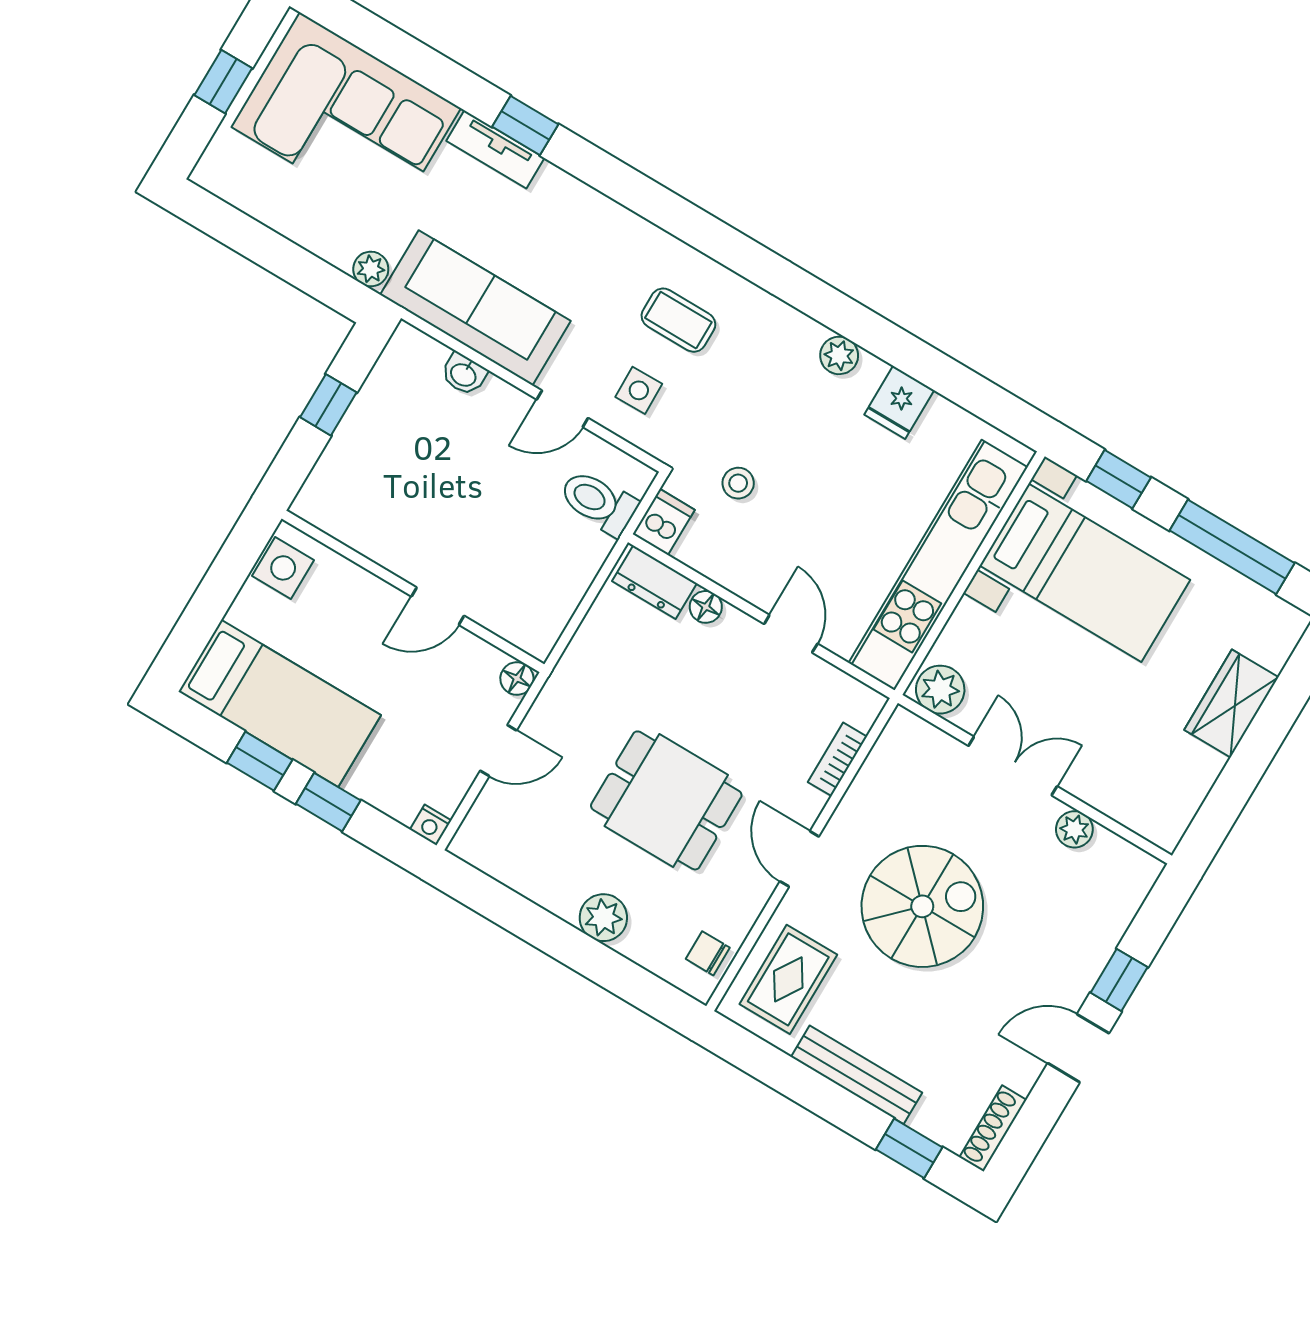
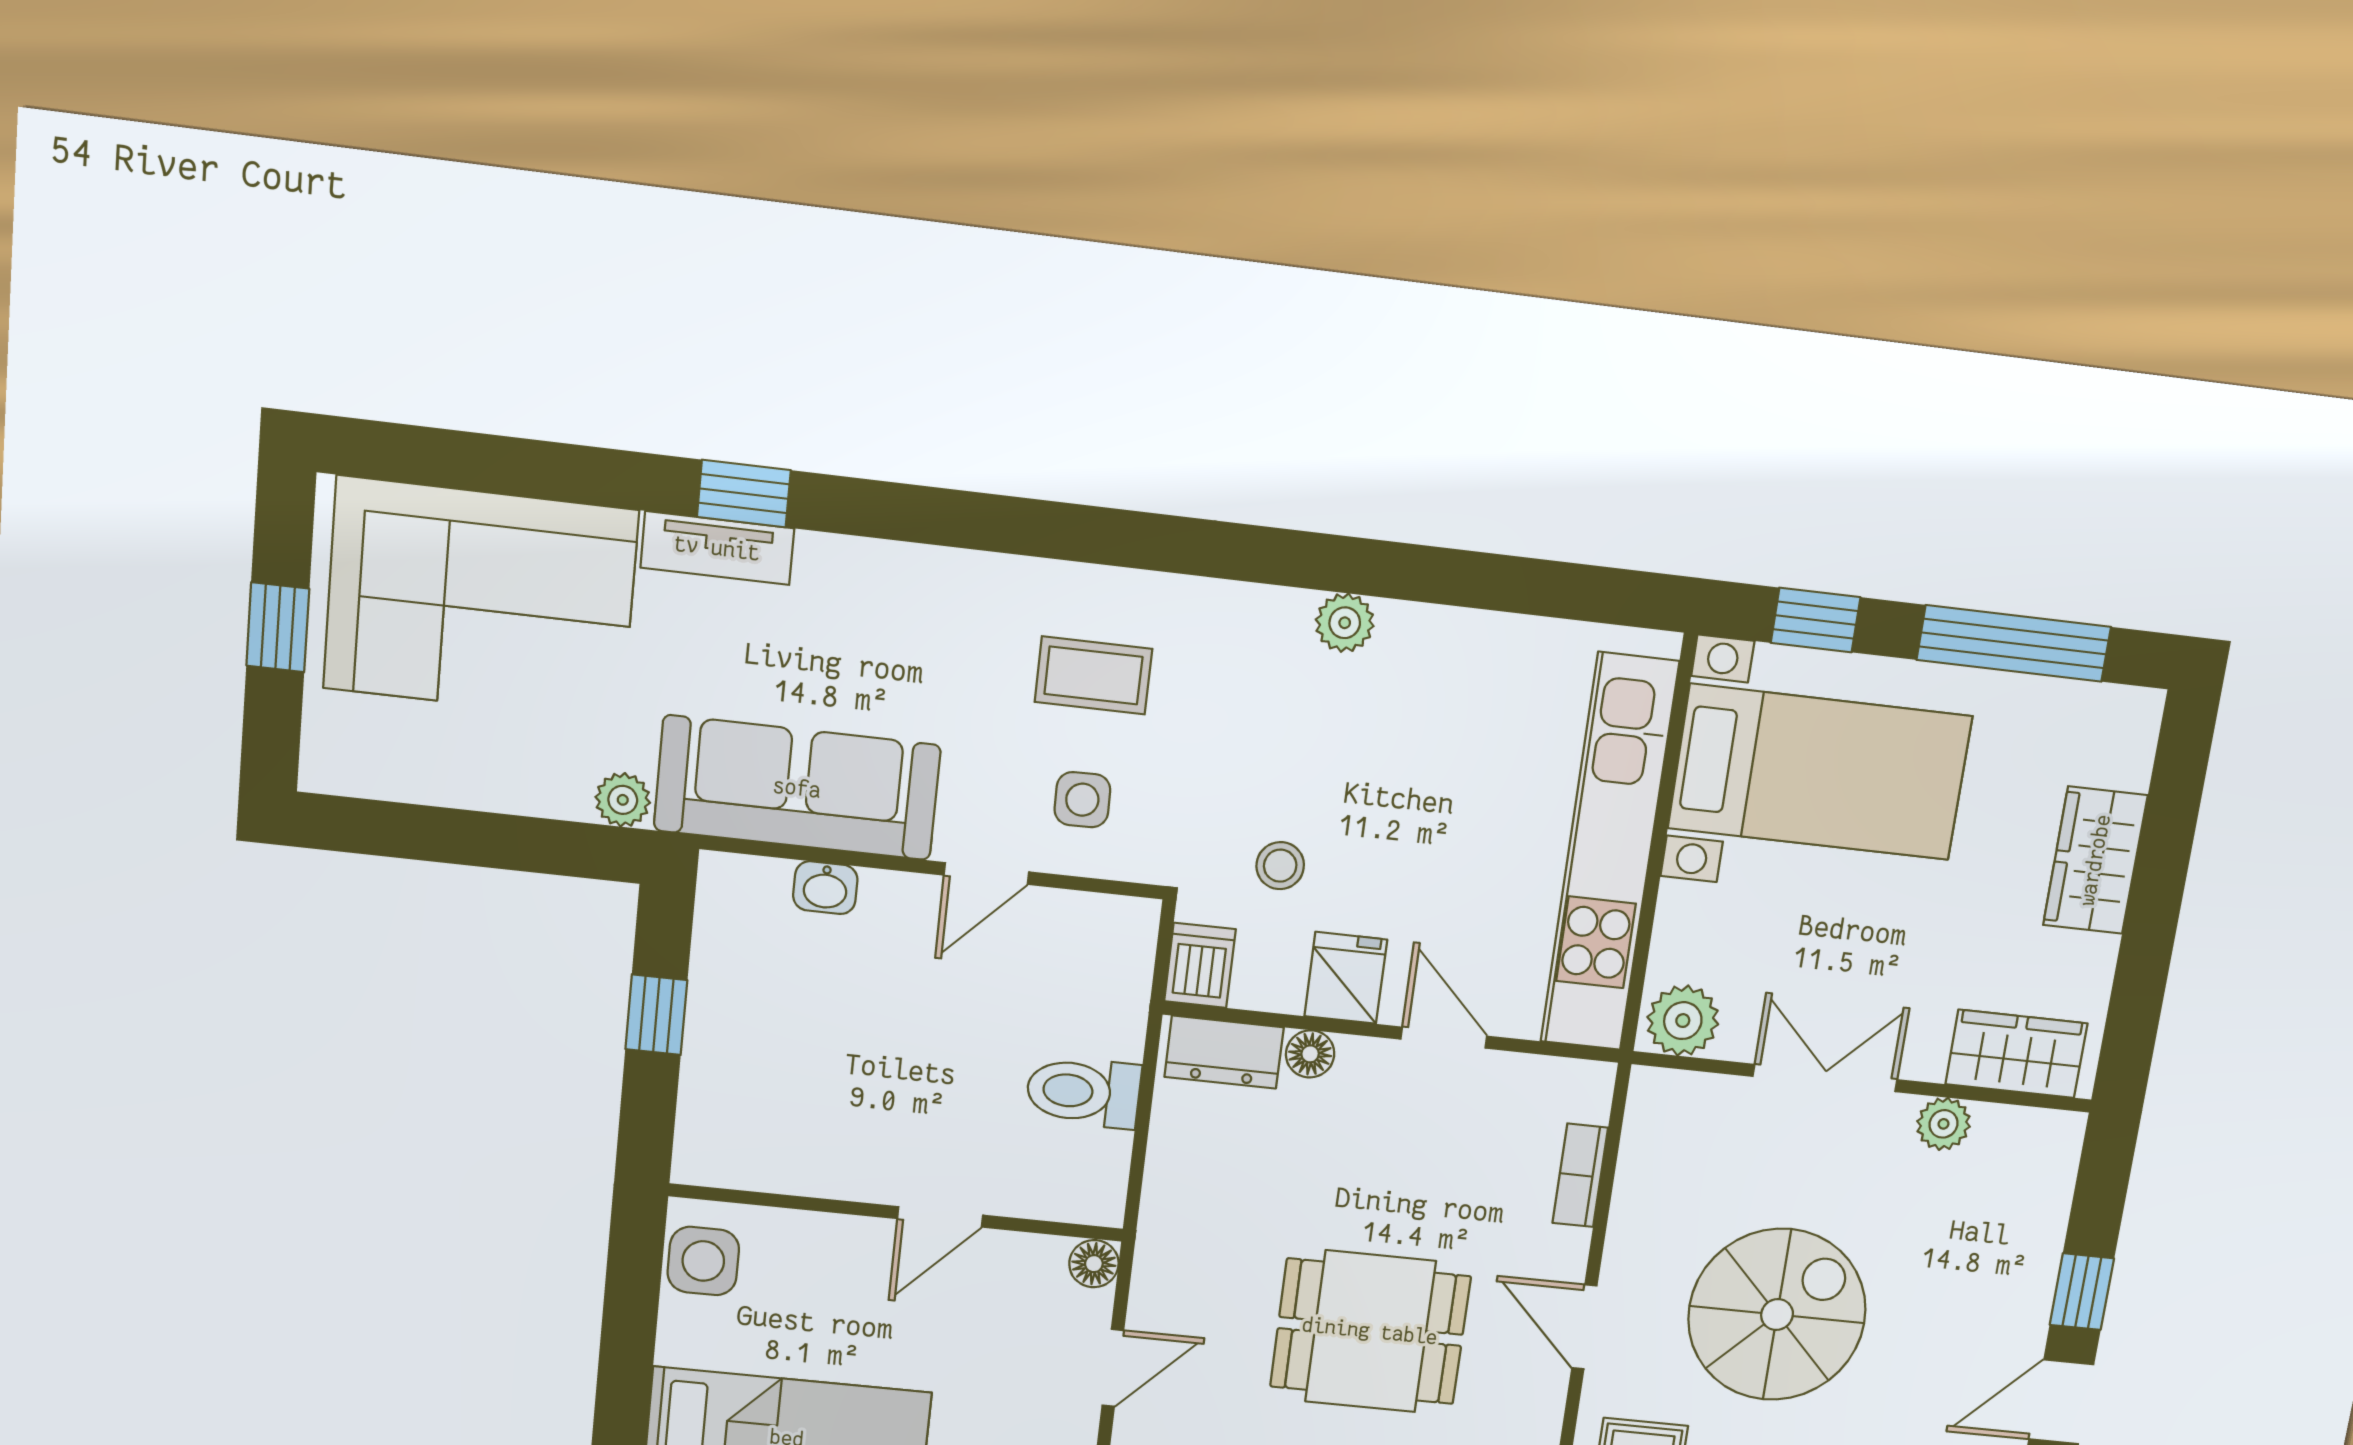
fridge: (899, 402) -> (1346, 978), moved, turned 180
toilet: (598, 502) -> (1083, 1092), moved
wardrobe: (1137, 805) -> (2016, 1054), added

